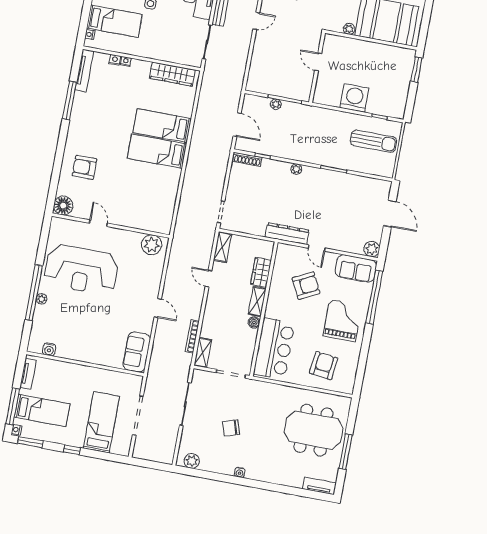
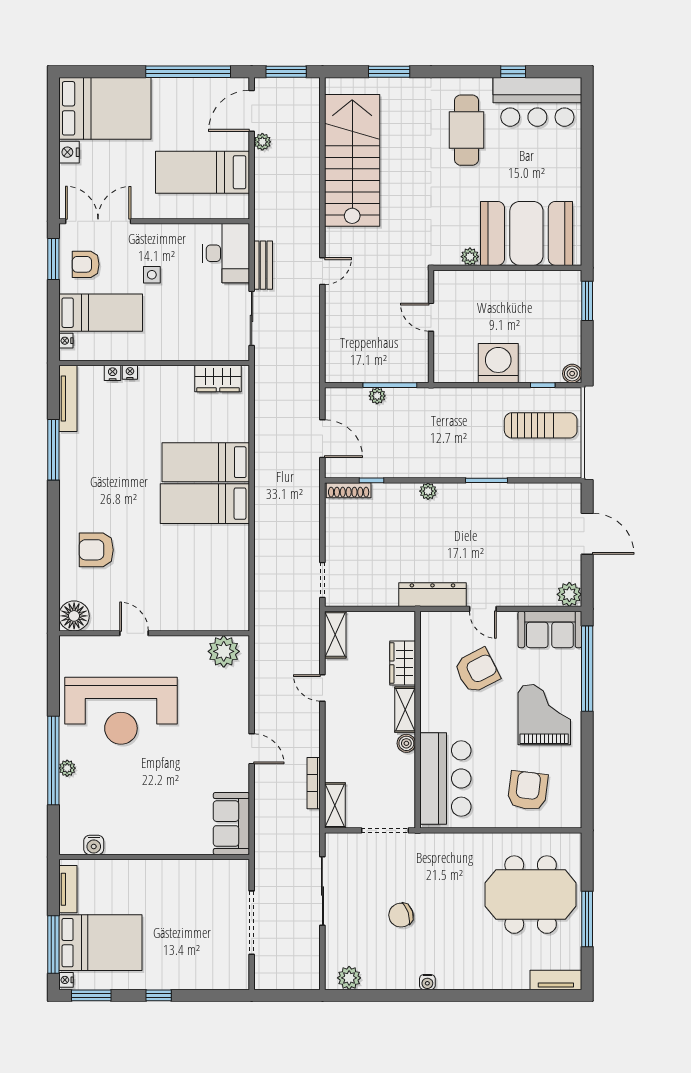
wardrobe: (172, 74) -> (218, 379), width x0.67
boiler: (399, 113) -> (572, 374), added
bed: (42, 411) -> (100, 943), width x1.50
bed: (101, 422) -> (197, 944), removed

